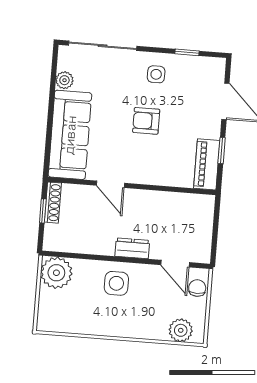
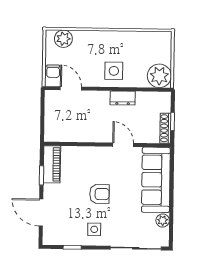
dresser: (132, 248) -> (123, 98), moved

